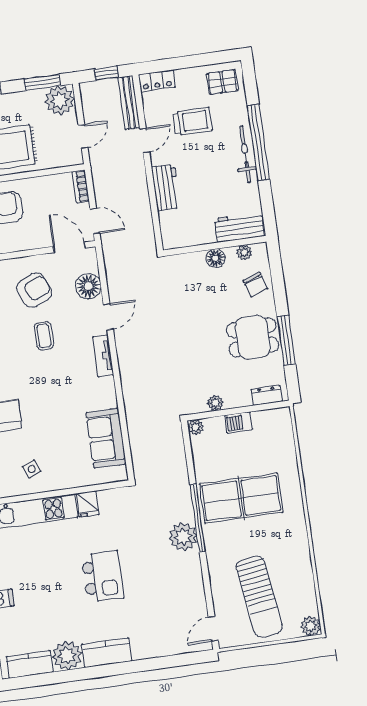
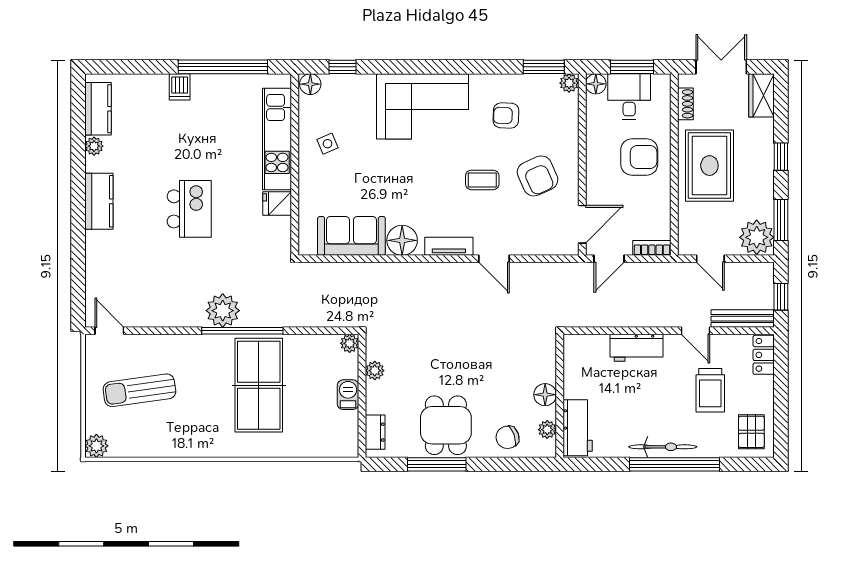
floor lamp: (88, 286) -> (402, 240), moved
kitchen island: (102, 577) -> (189, 209), turned -90
sun lounger: (259, 597) -> (139, 390), width x0.73, depth x0.75
plant: (67, 656) -> (94, 146), width x0.53, depth x0.53

